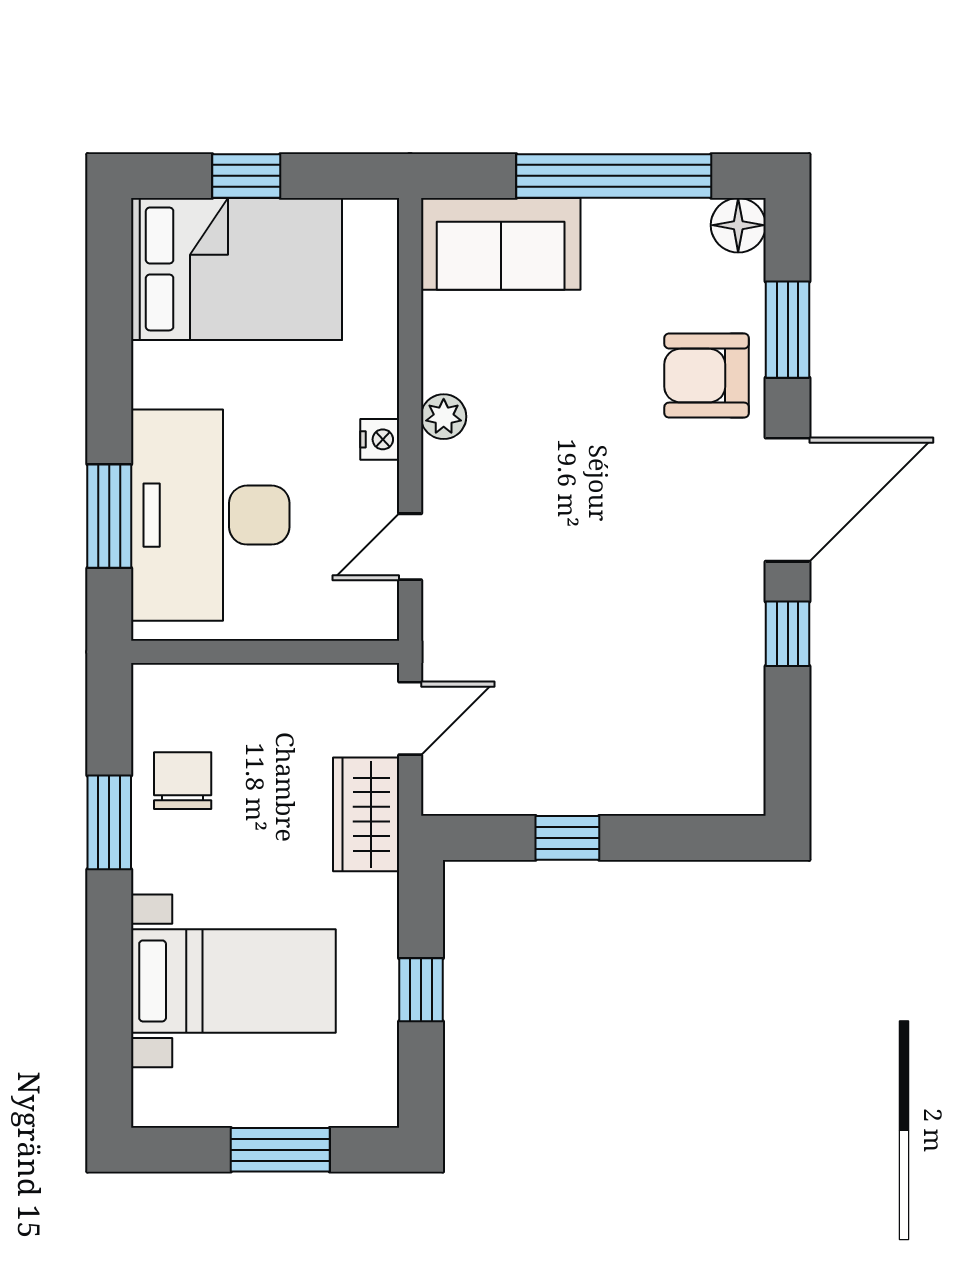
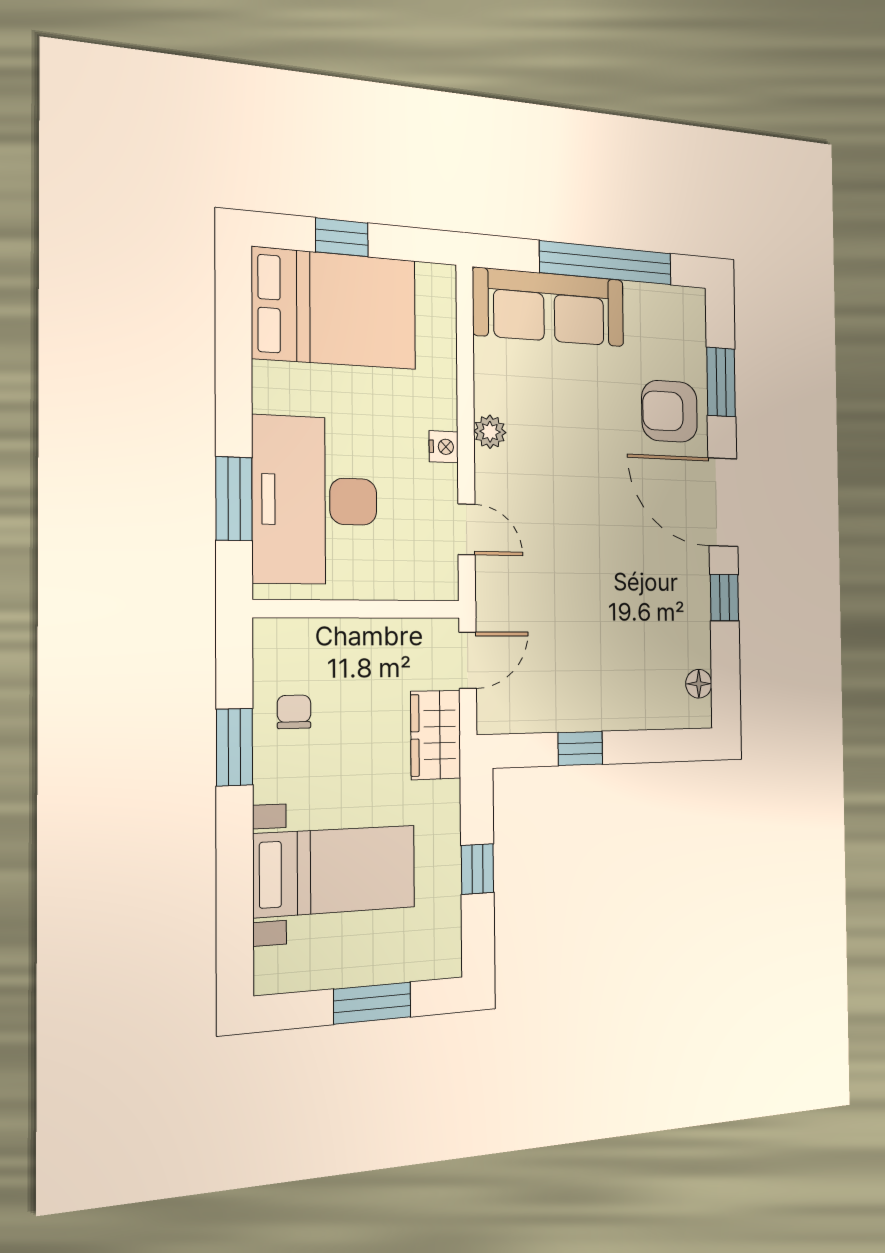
floor lamp: (738, 225) -> (699, 684), moved, width x0.73, depth x0.73
sofa: (501, 244) -> (549, 307), width x1.36
door: (788, 500) -> (723, 502), swing flipped
door: (410, 547) -> (467, 529), swing flipped
chair: (183, 781) -> (294, 712), width x0.73, depth x0.73

